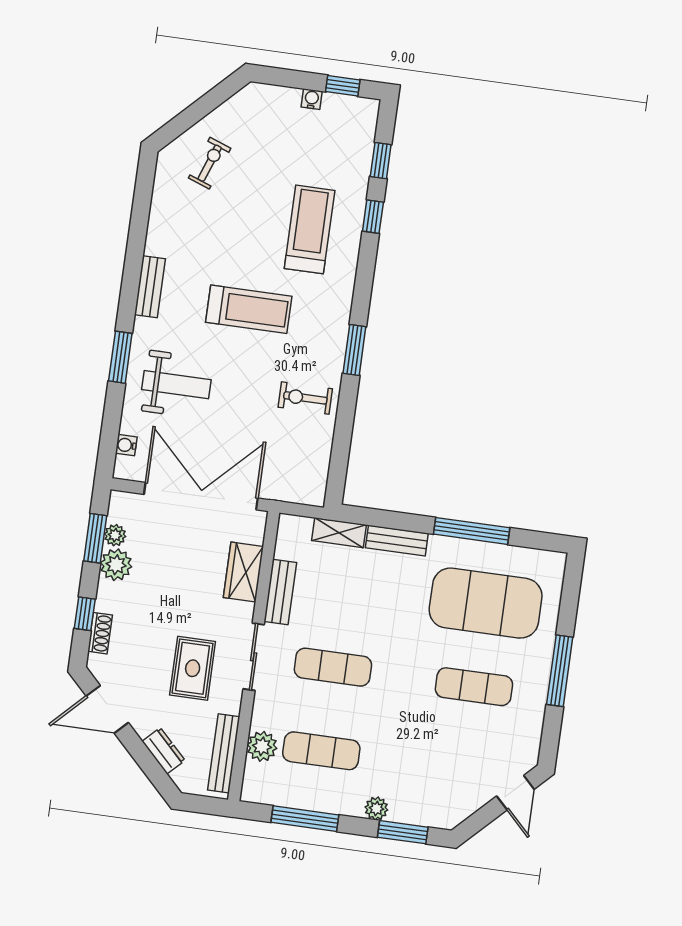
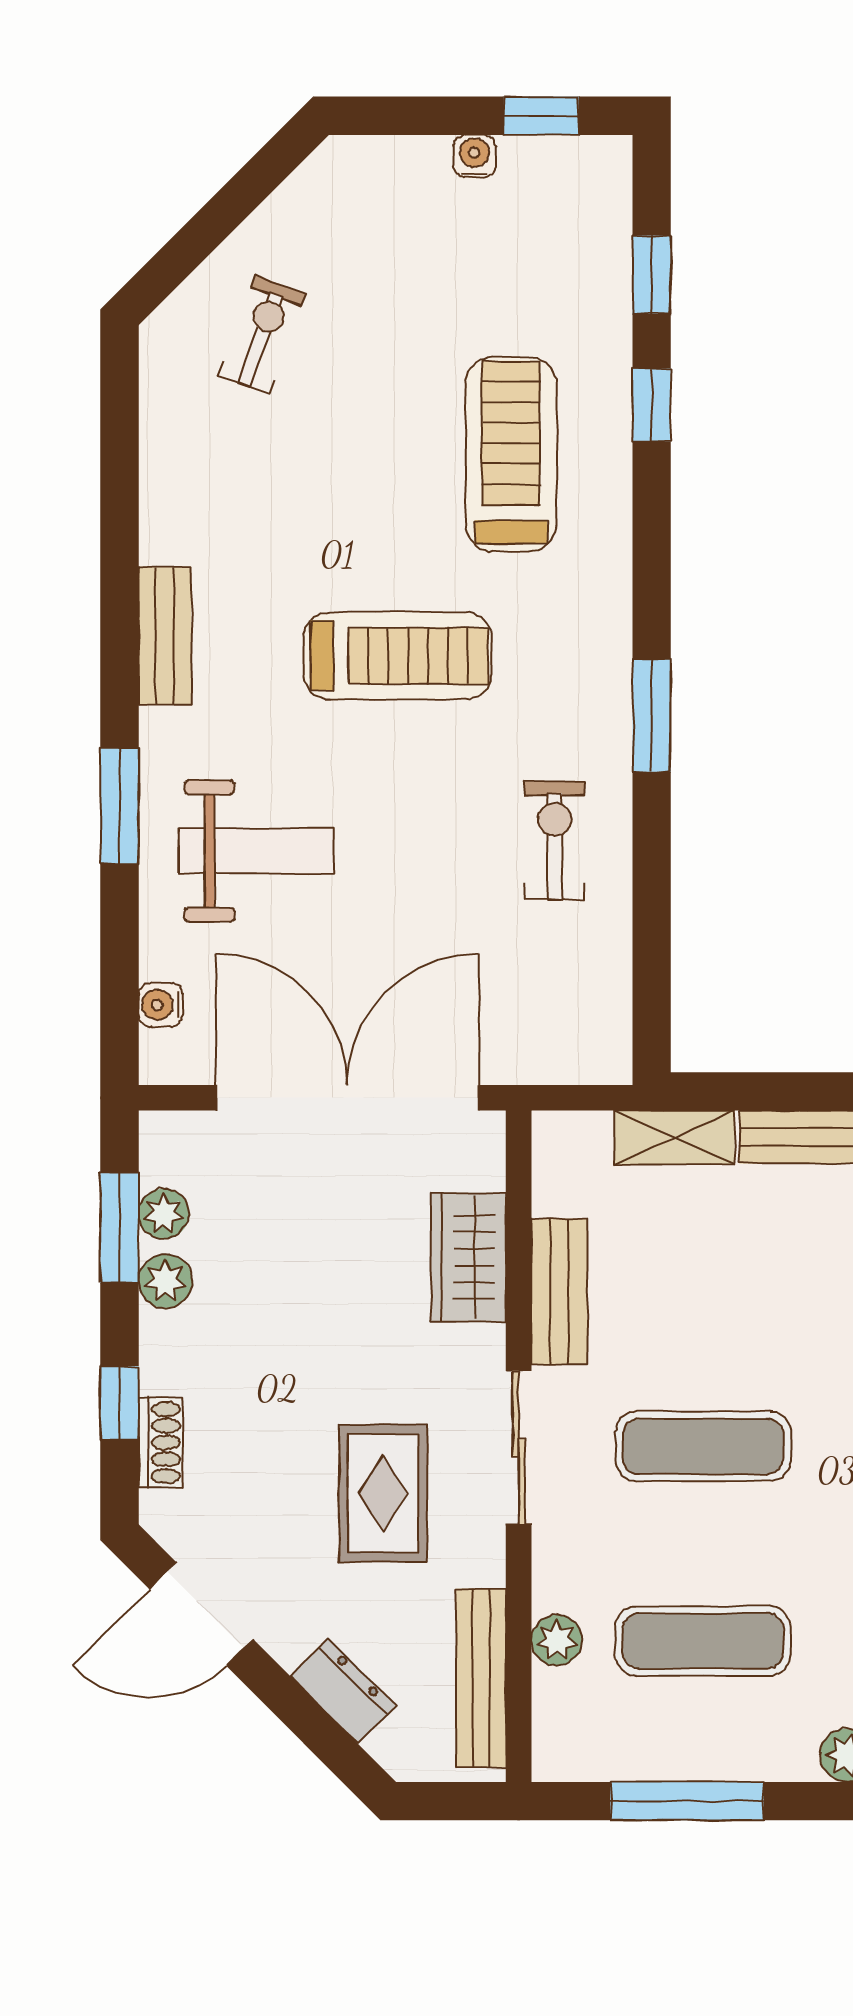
exercise bike: (305, 398) -> (555, 840), turned 90
plant: (116, 565) -> (165, 1281), width x0.73, depth x0.73
plant: (262, 746) -> (557, 1640), width x0.73, depth x0.73

